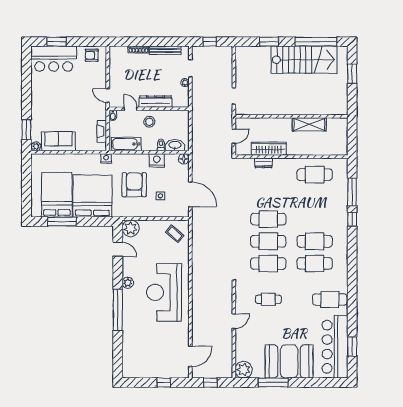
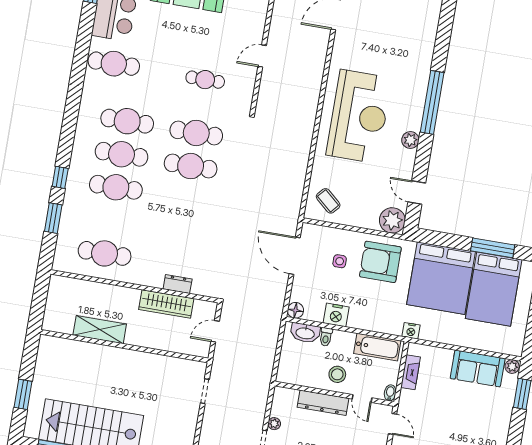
armchair: (134, 185) -> (380, 262), moved, turned 90
window: (352, 192) -> (53, 218), width x0.69
cafe table: (268, 219) -> (116, 187), moved

